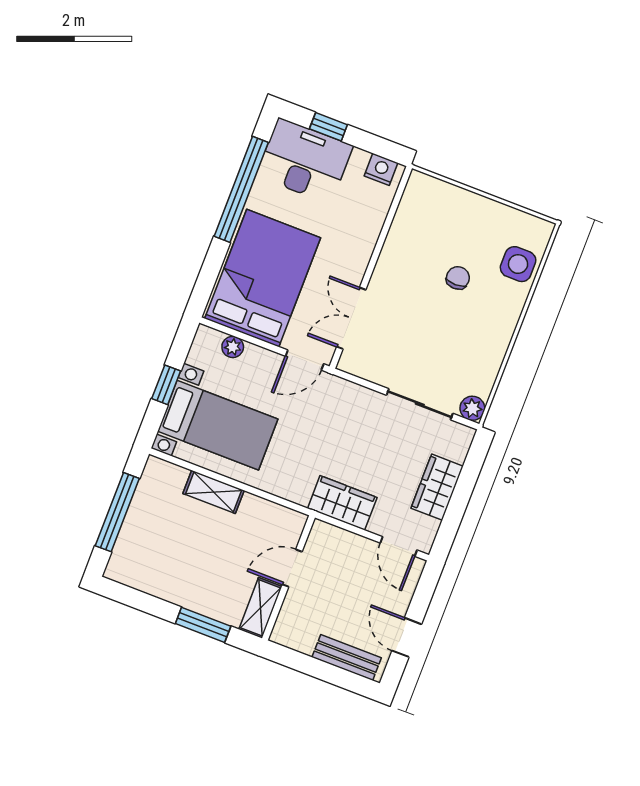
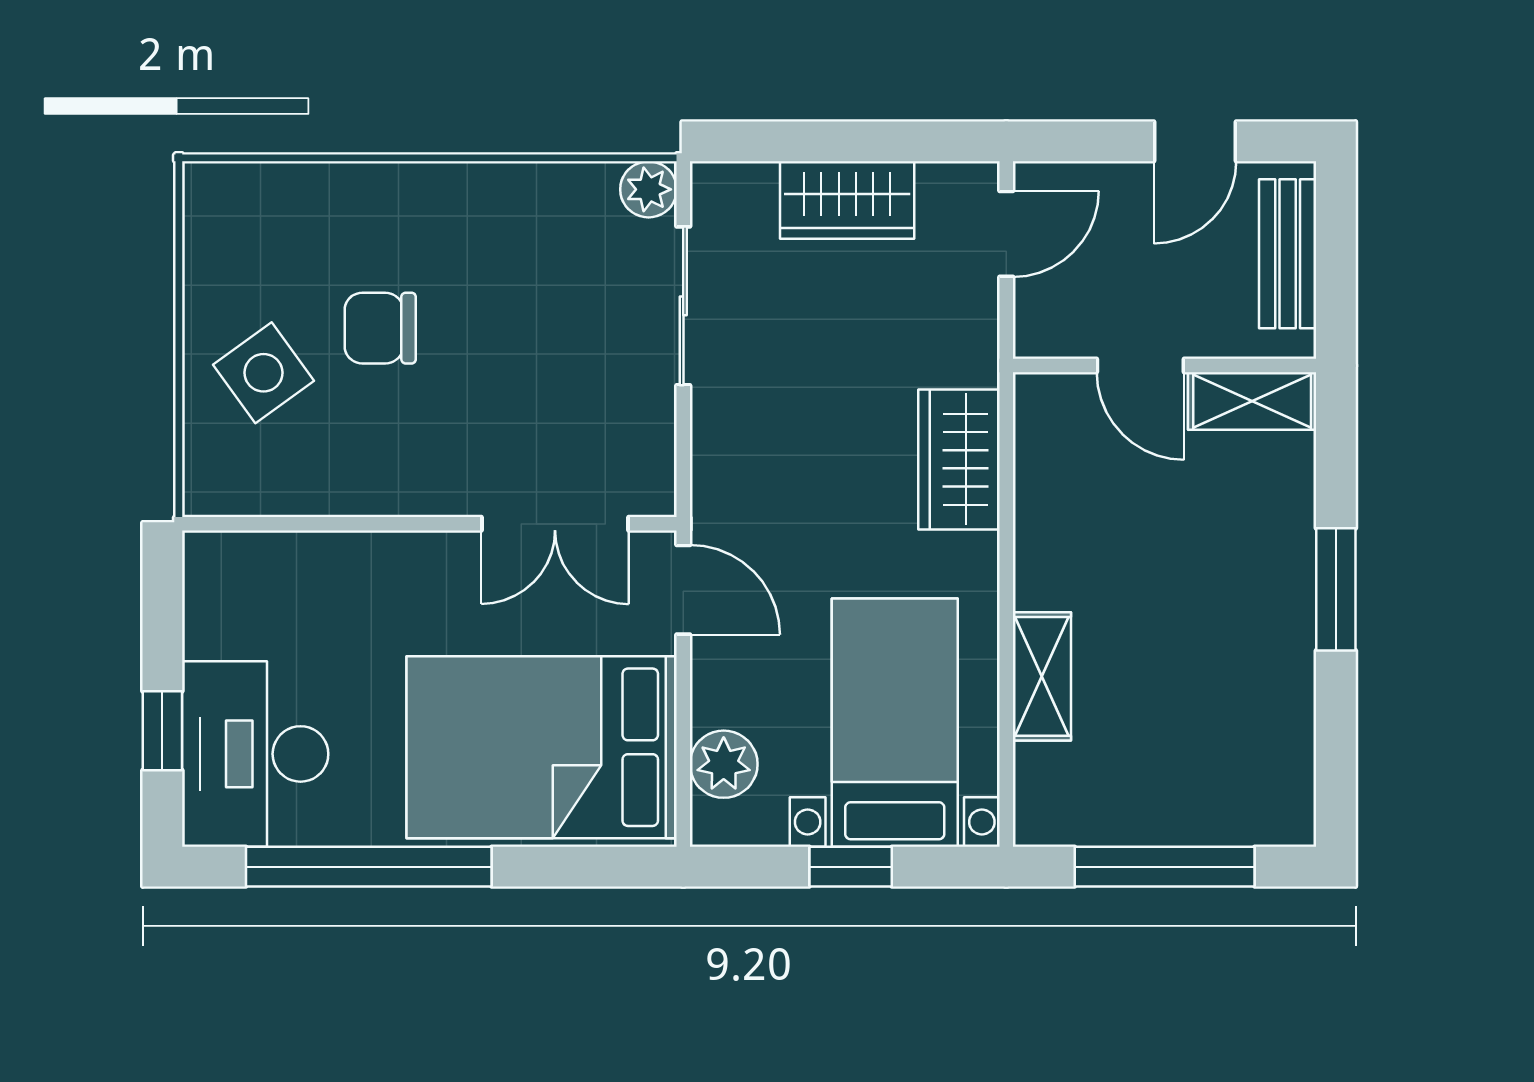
nightstand: (381, 169) -> (211, 583), removed
side table: (518, 264) -> (264, 373), moved, turned -36
chair: (458, 278) -> (380, 328), width x1.37, depth x1.37
plant: (233, 347) -> (724, 764), width x1.38, depth x1.38
wardrobe: (342, 503) -> (959, 459), moved
door: (292, 568) -> (1140, 366), moved
wall: (288, 578) -> (1165, 366), moved
shelving: (260, 608) -> (1252, 401), moved

